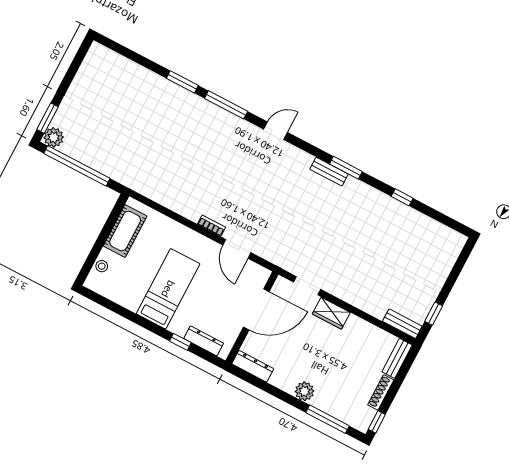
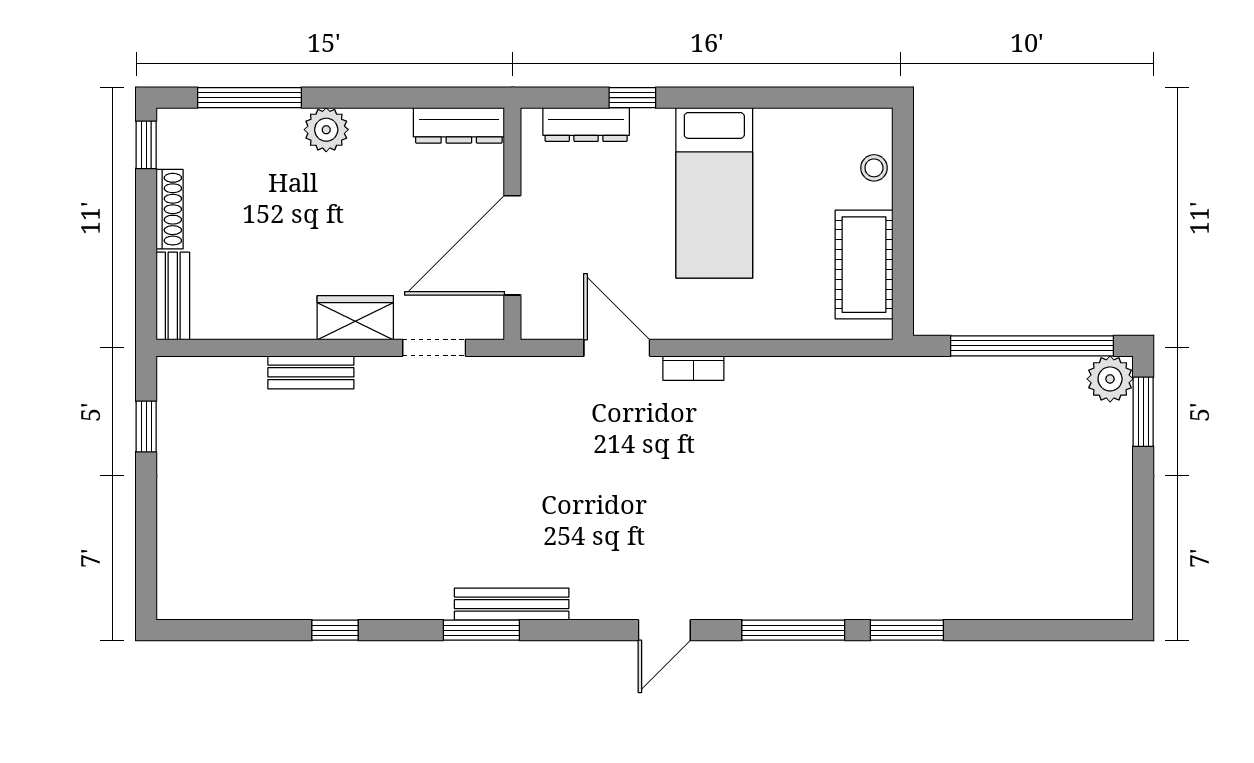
bench: (329, 172) -> (512, 604), width x1.36
bench: (402, 324) -> (311, 372), moved

